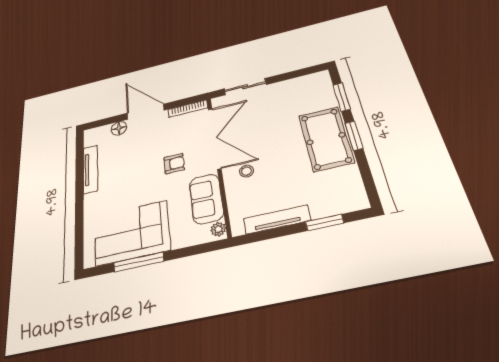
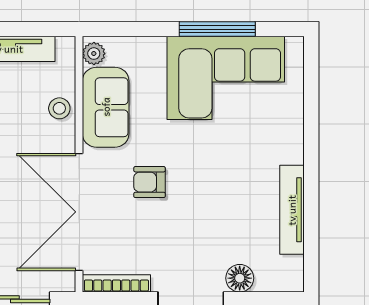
stool: (247, 171) -> (59, 108), moved

